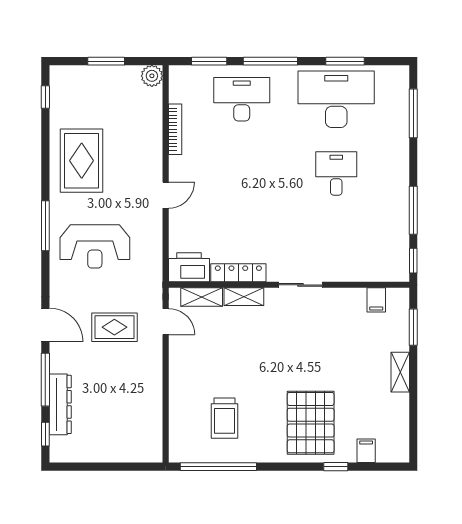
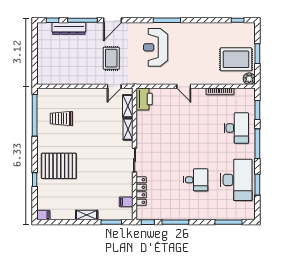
rug: (82, 161) -> (236, 59), moved
locker: (238, 273) -> (141, 191), moved
filing cabinet: (366, 451) -> (43, 215), moved

